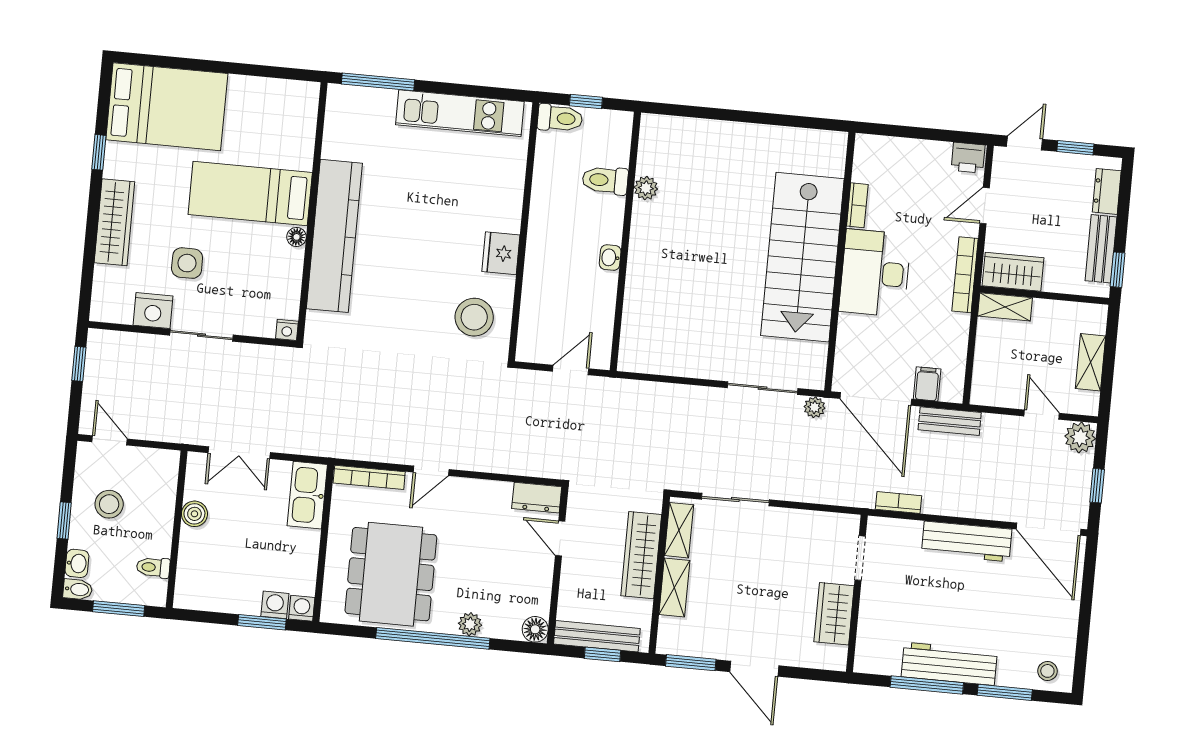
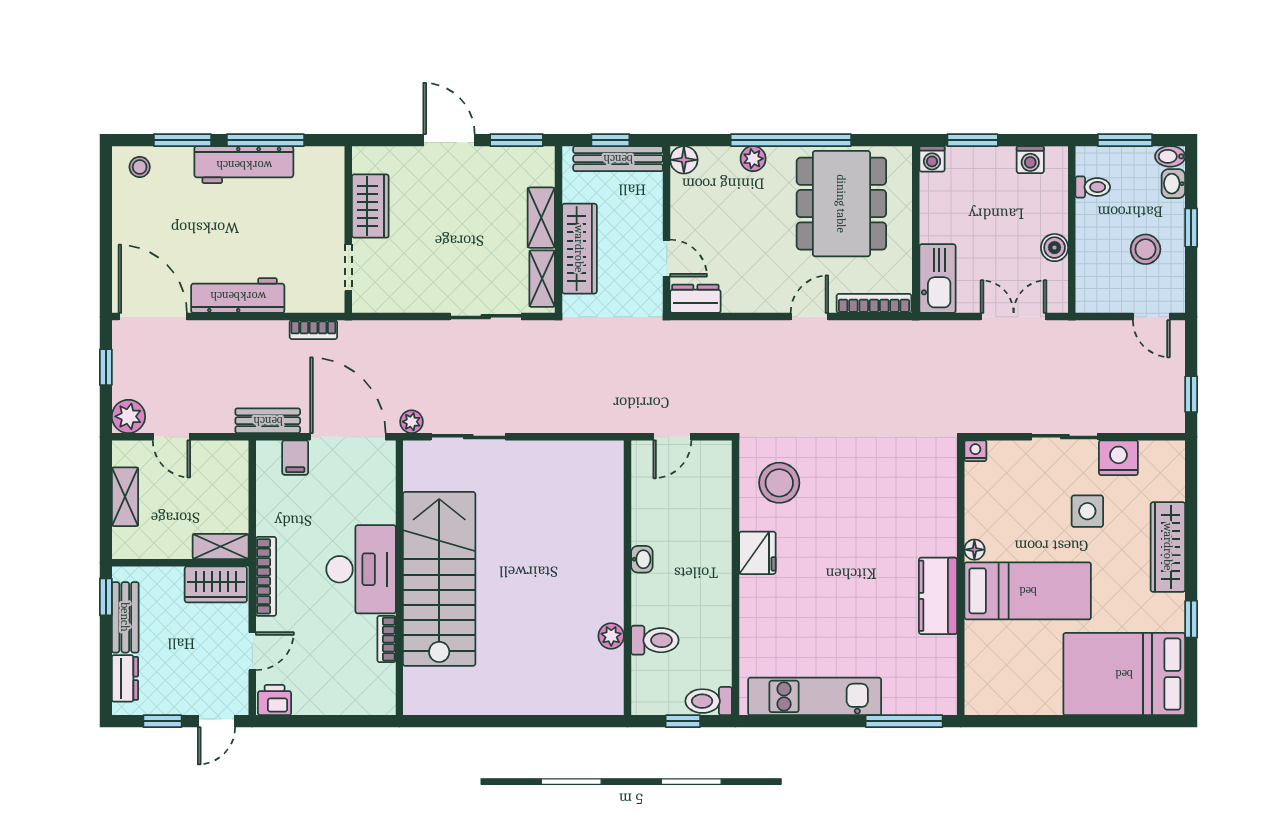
kitchen counter: (334, 236) -> (938, 596), width x0.48, depth x0.86
washing machine: (275, 605) -> (1030, 160), moved

